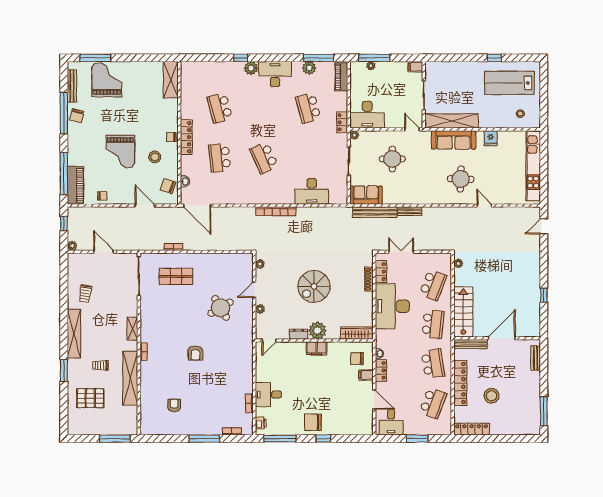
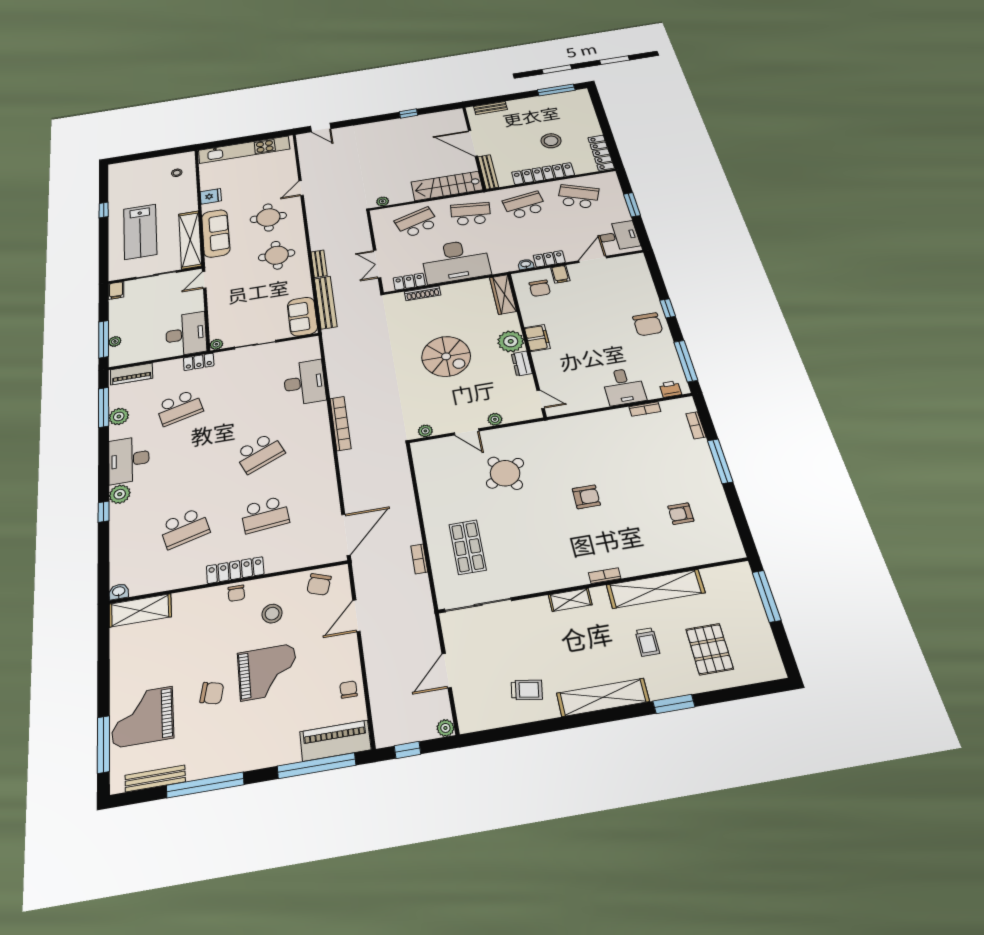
lab bench: (509, 83) -> (140, 232), moved
chair: (77, 116) -> (212, 693), moved
round table: (392, 159) -> (277, 255), moved
washbasin: (185, 181) -> (119, 592), moved
school desk: (433, 285) -> (417, 223), turned -39

